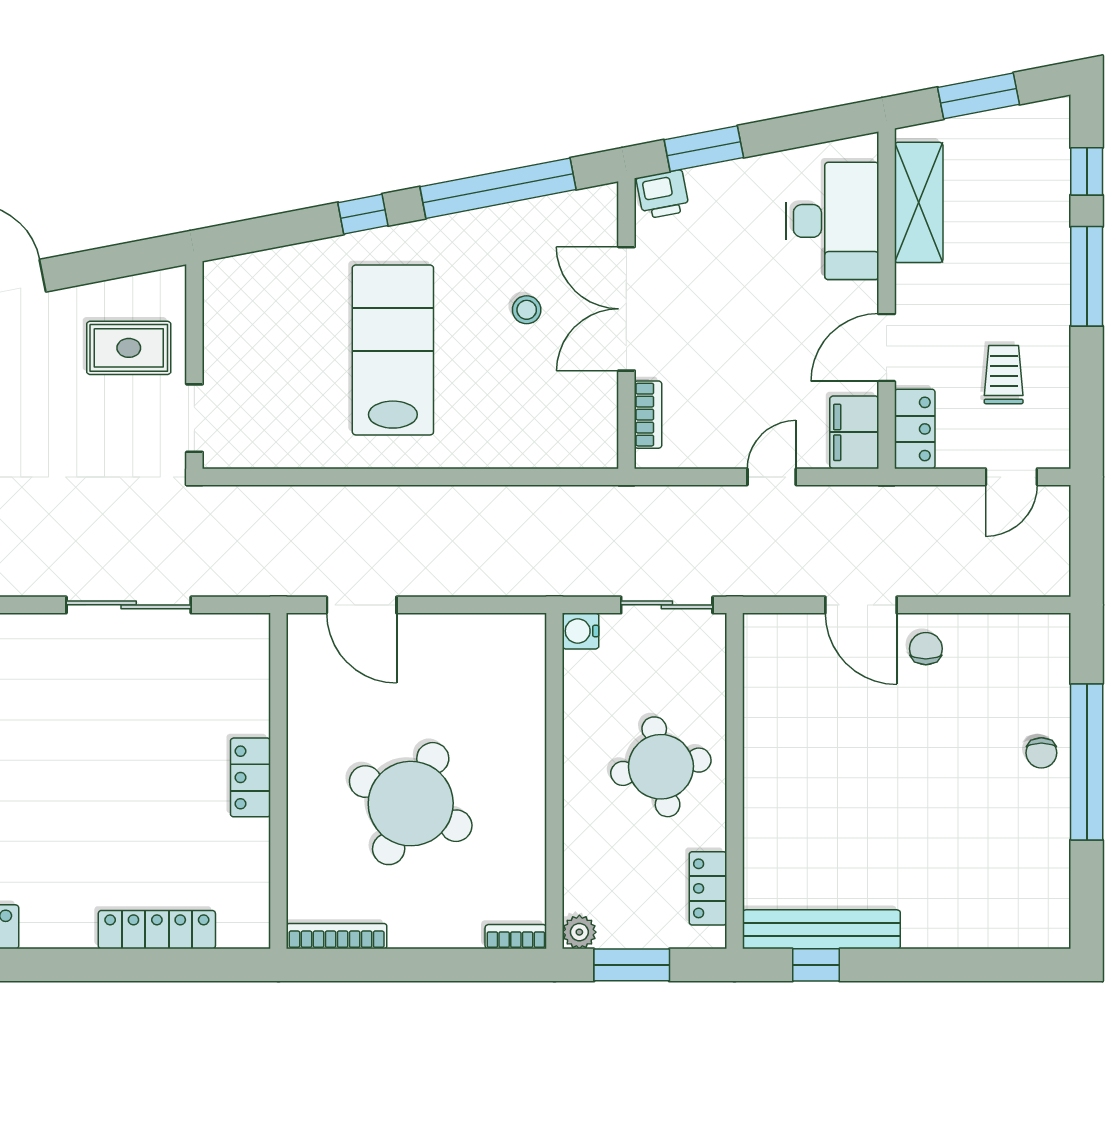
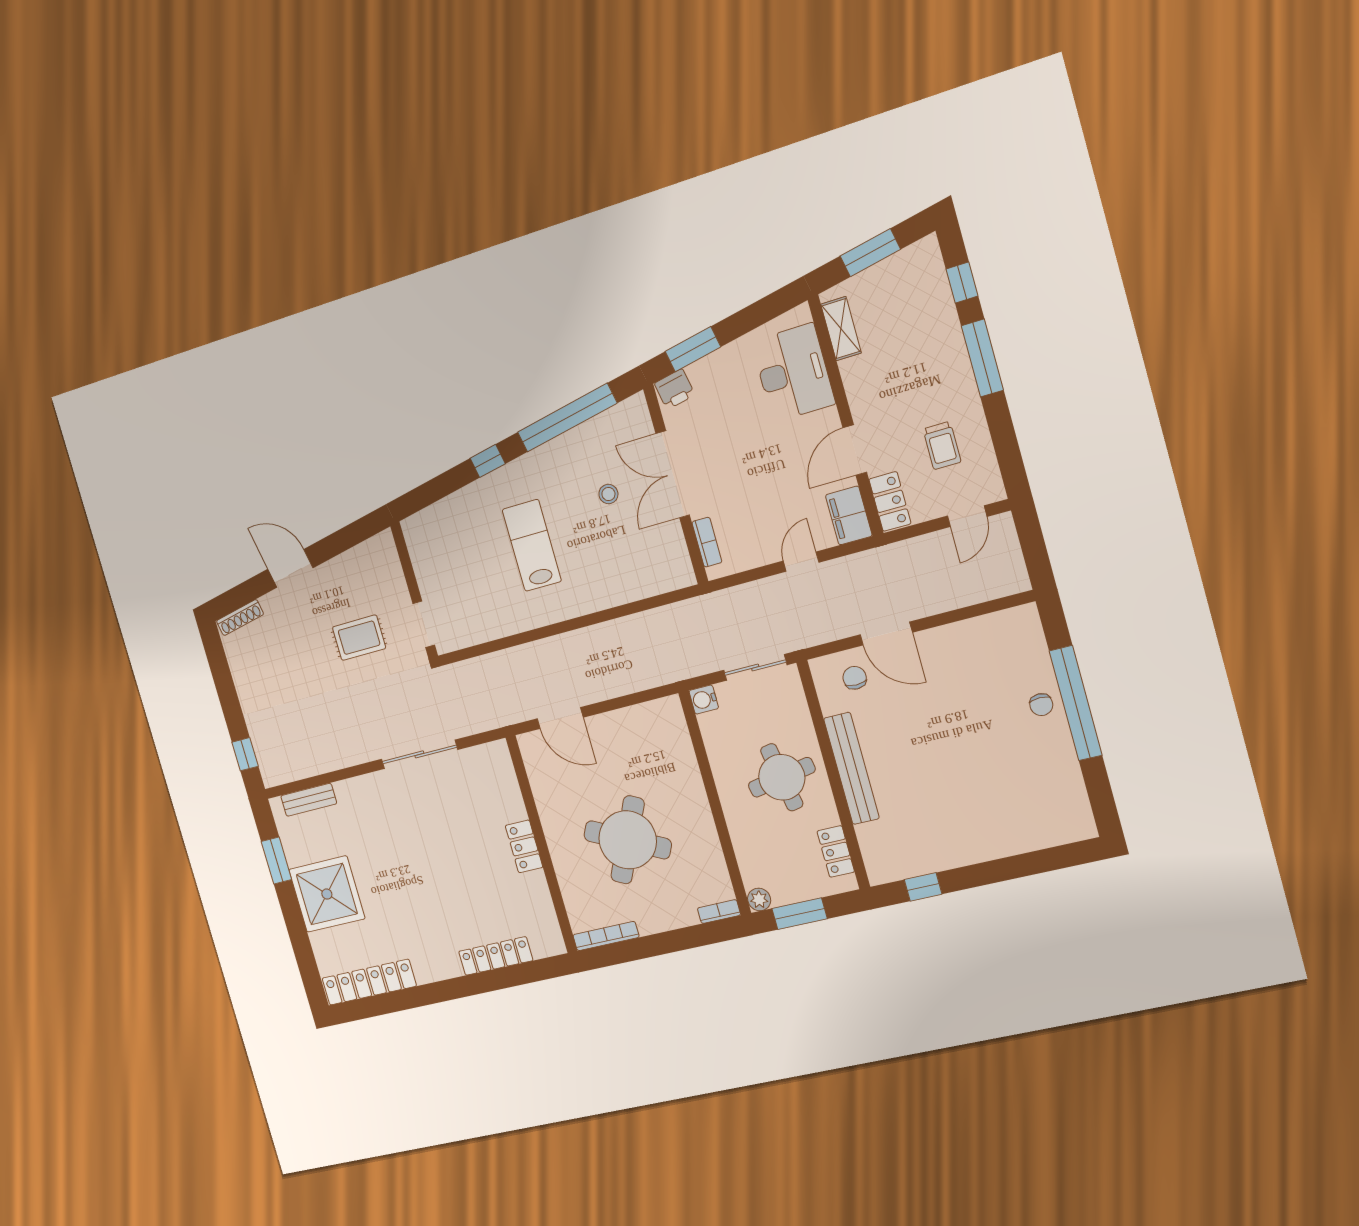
shelving: (919, 202) -> (841, 329), width x0.67, depth x0.75
rug: (129, 348) -> (359, 638), moved
lab bench: (393, 350) -> (532, 545), width x0.73, depth x0.72
trolley: (1004, 375) -> (942, 445), turned 180
chair: (926, 649) -> (855, 678), moved
bench: (821, 929) -> (851, 768), moved, turned 90

